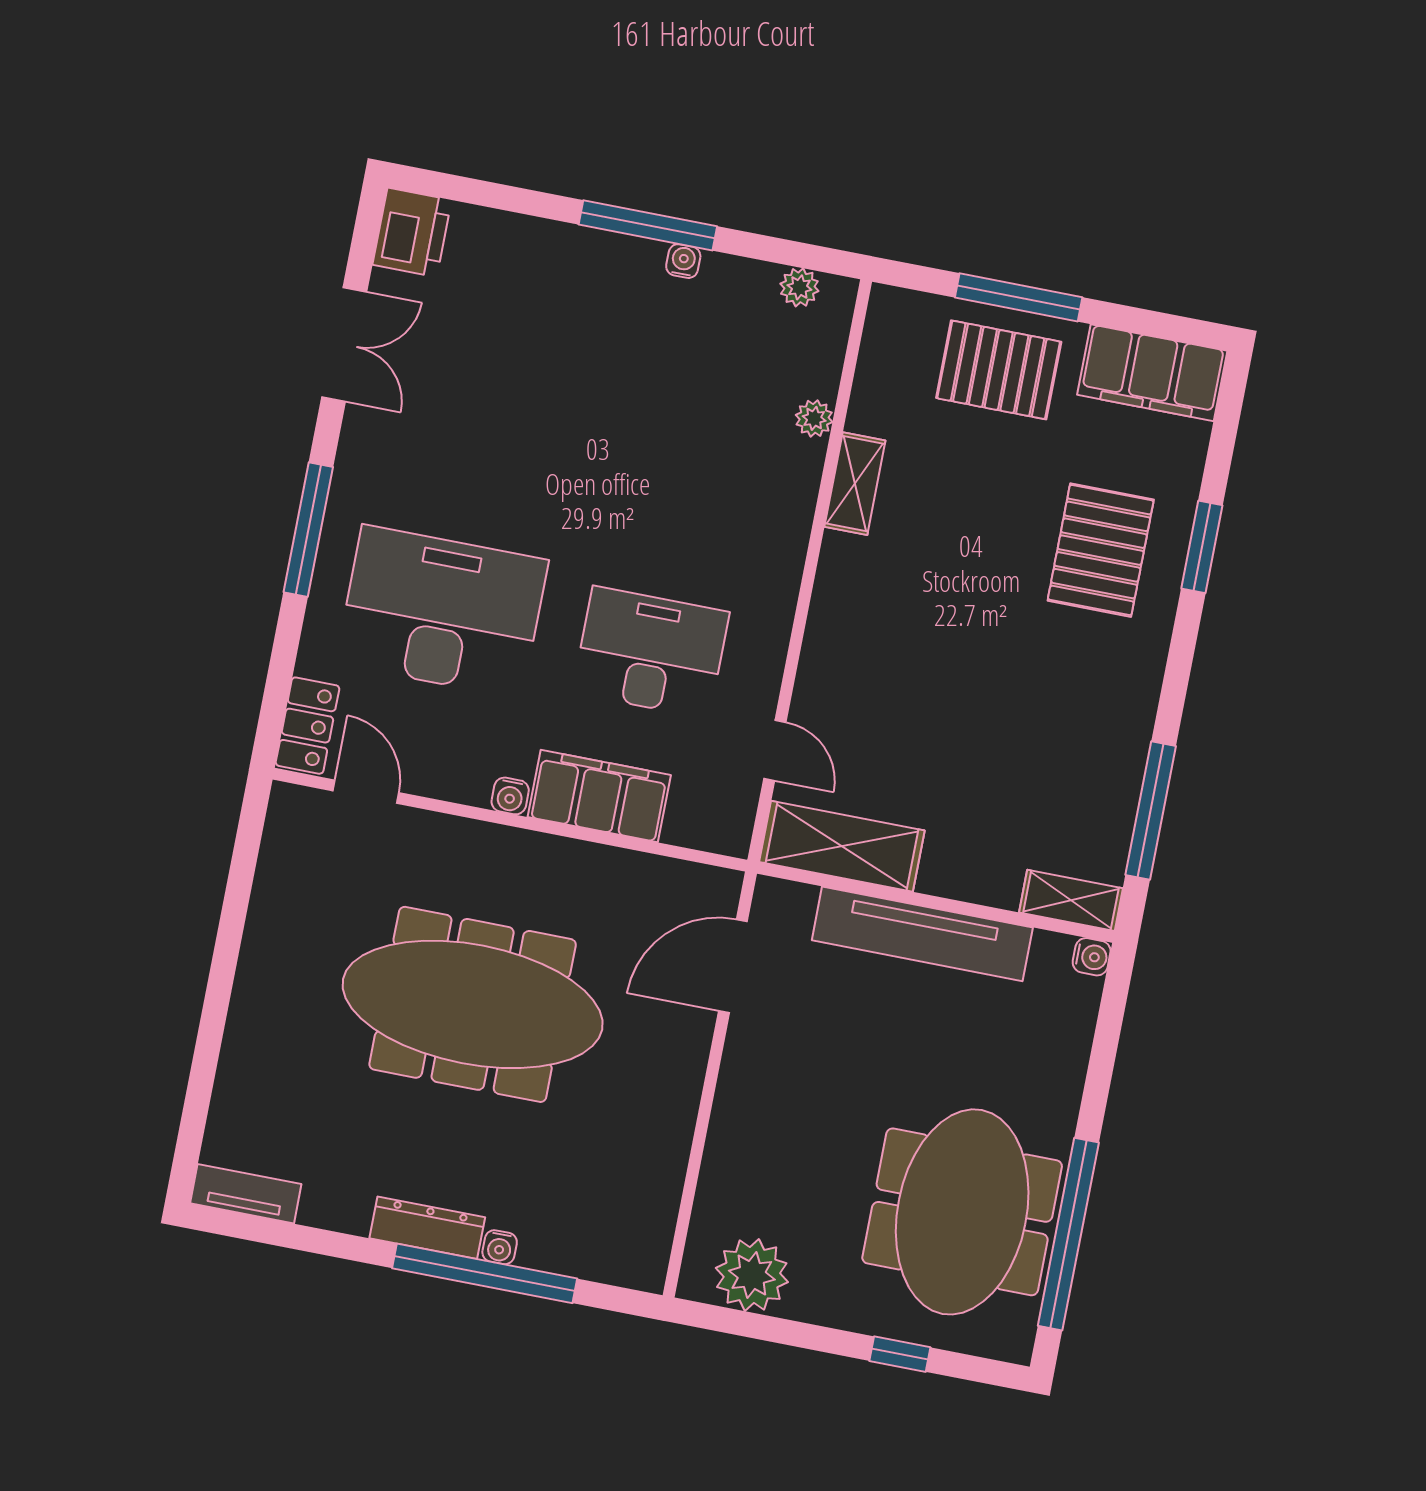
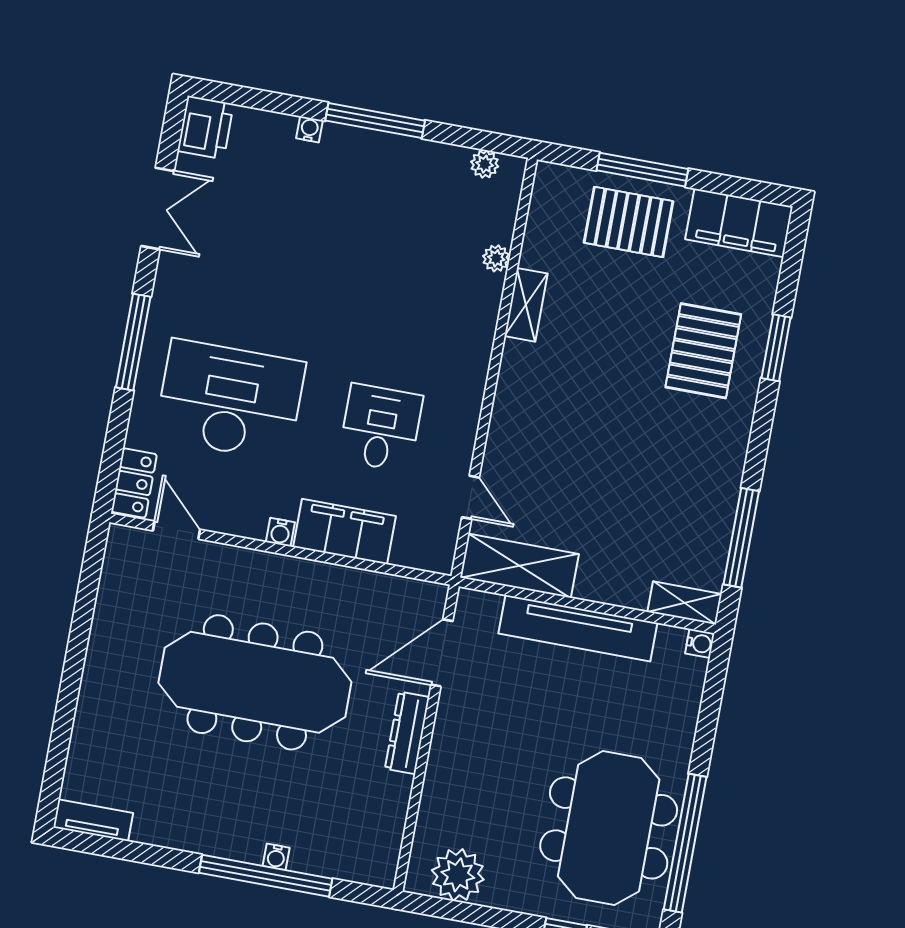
water cooler: (683, 261) -> (309, 129), moved
desk: (651, 652) -> (381, 428), width x0.73
dresser: (427, 1228) -> (407, 733), moved, turned -90

